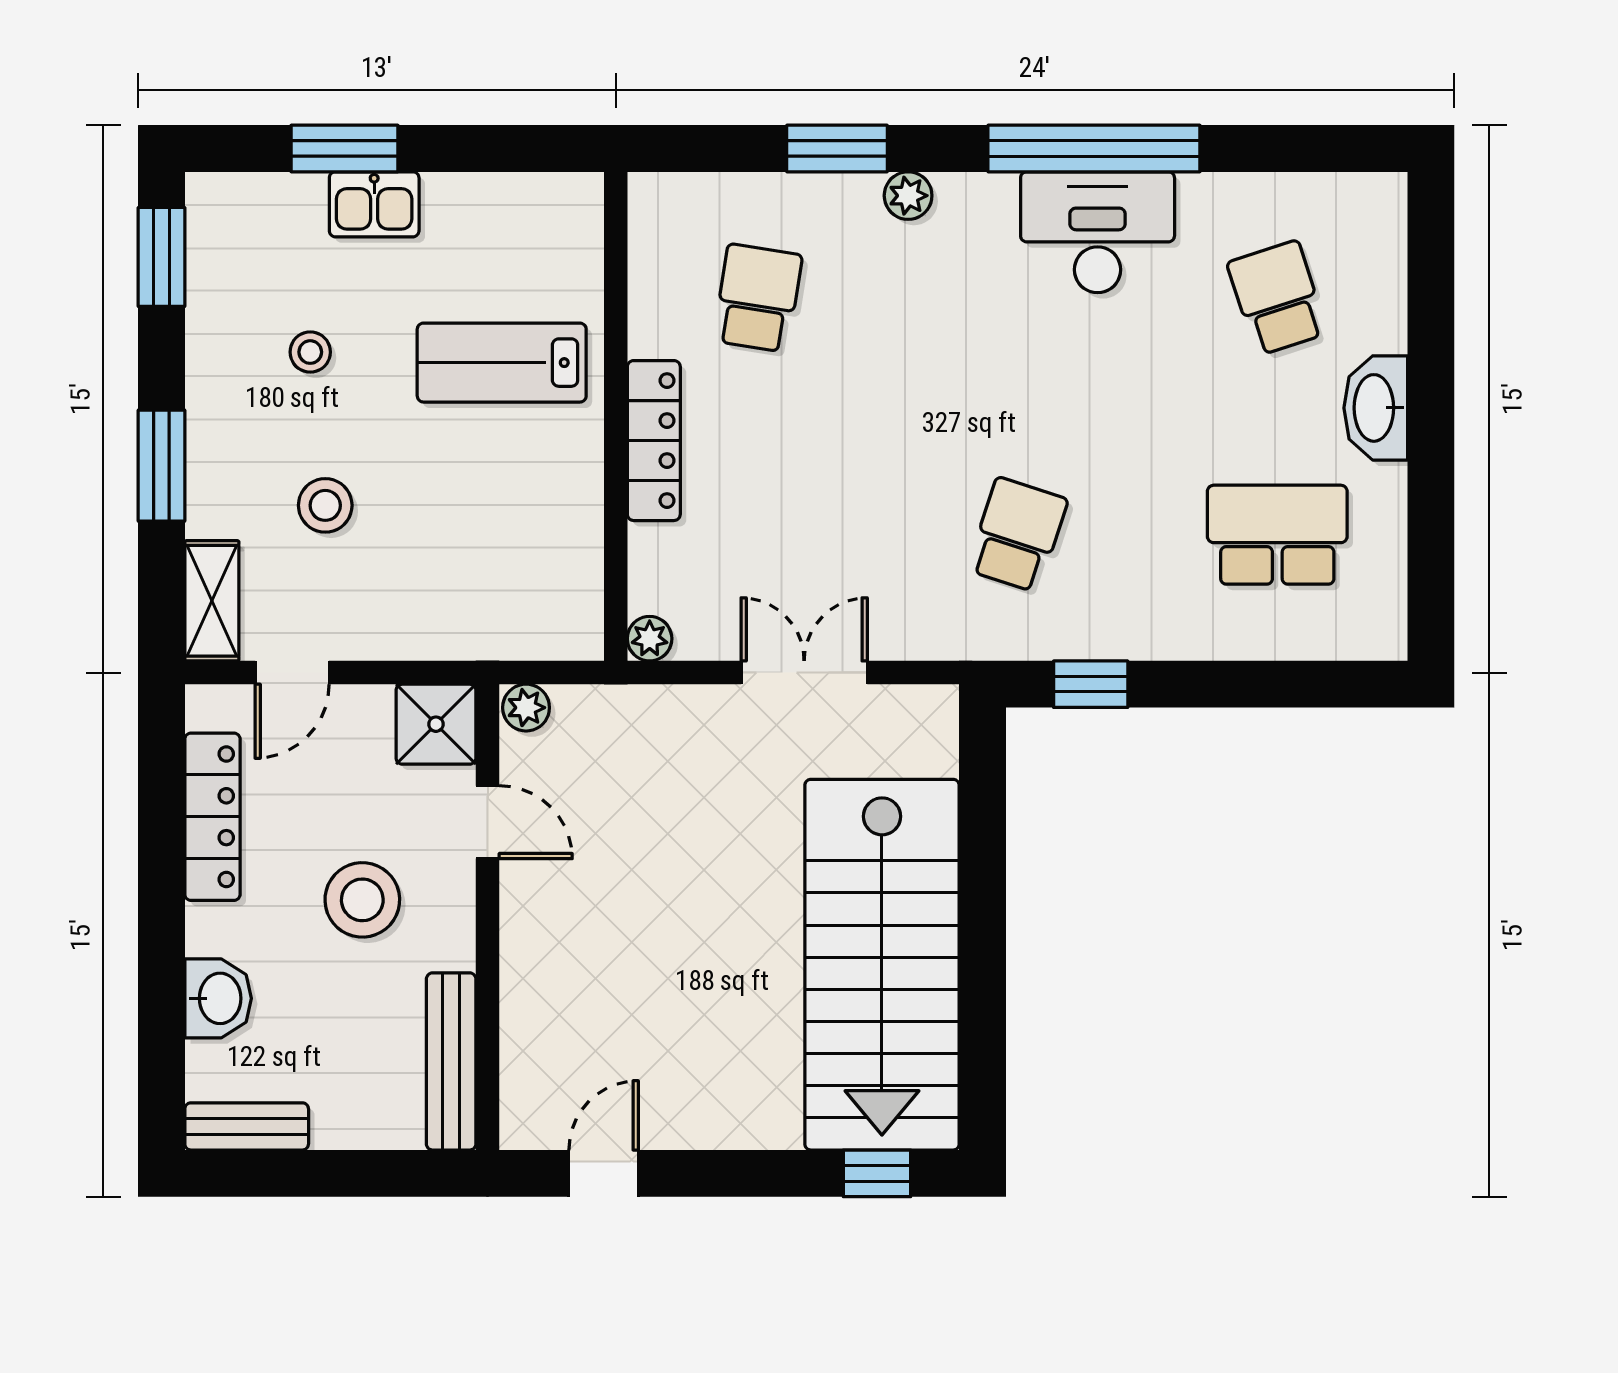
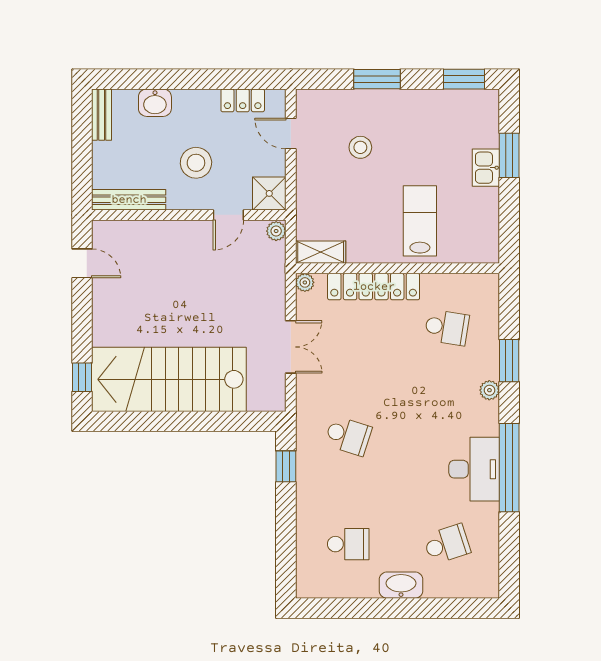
stool: (310, 352) -> (424, 141), removed
locker: (654, 441) -> (374, 287), width x1.41, depth x1.21
school desk: (1277, 535) -> (348, 544), width x0.54
shelving: (212, 601) -> (321, 252), moved
locker: (212, 817) -> (243, 100), width x0.66

